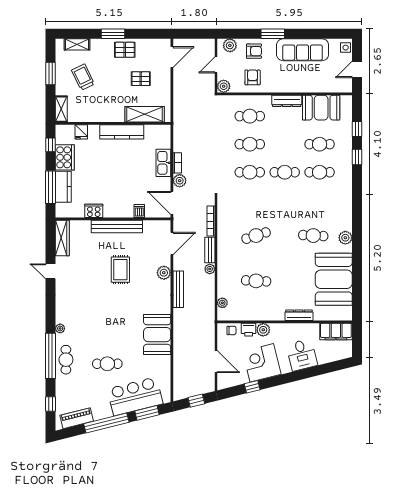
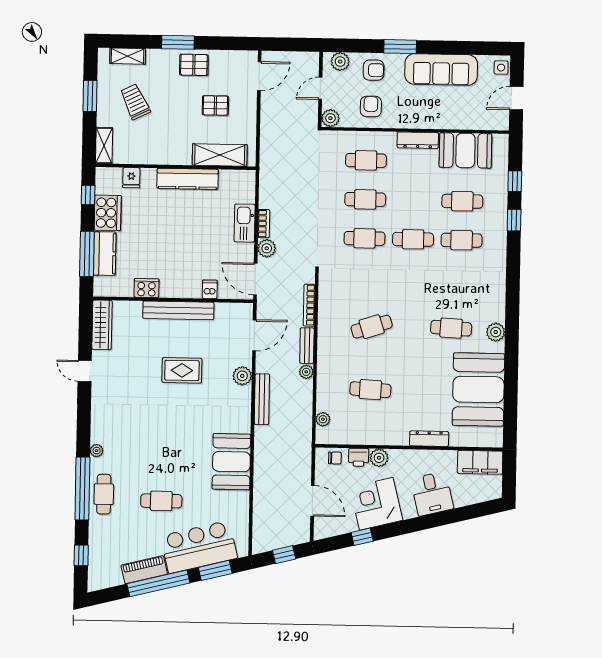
rug: (120, 270) -> (182, 370), turned 90
piano: (77, 418) -> (144, 570), moved

